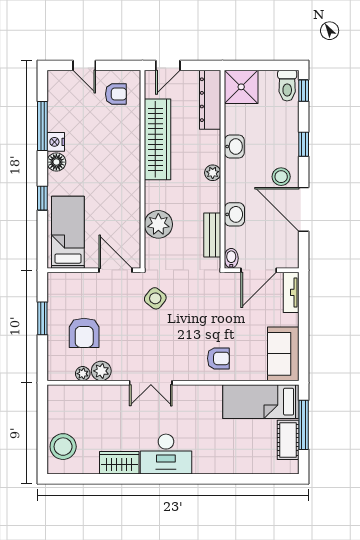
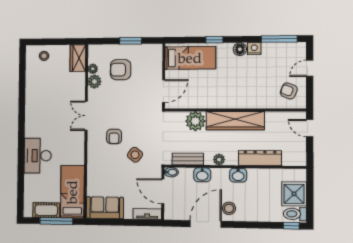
shower: (241, 87) -> (294, 194), moved
armchair: (116, 94) -> (289, 91), turned 111
dresser: (210, 100) -> (260, 158), moved
window: (42, 126) -> (279, 39), moved
wardrobe: (158, 139) -> (235, 121), moved
window: (304, 144) -> (252, 225), removed
washbasin: (234, 147) -> (238, 175), moved
plant: (213, 173) -> (219, 160), moved
side table: (155, 298) -> (135, 155), moved
armchair: (218, 358) -> (114, 136), moved
stool: (63, 447) -> (44, 56), width x0.53, depth x0.53
desk: (166, 454) -> (38, 156), moved
wardrobe: (119, 463) -> (78, 58), moved, turned 180

